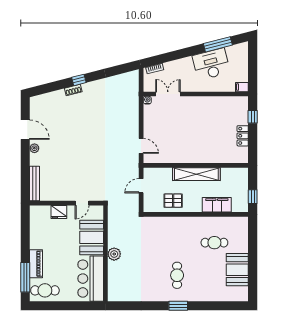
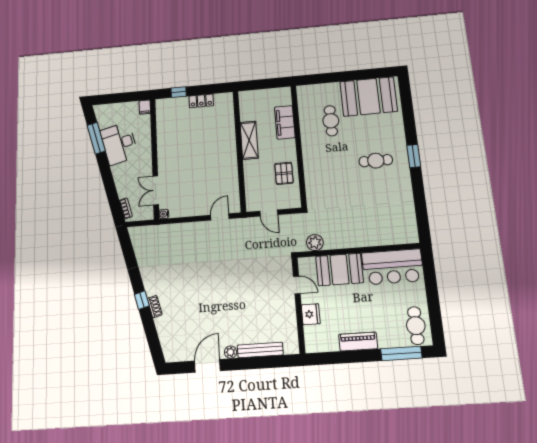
shelving: (196, 174) -> (249, 140), width x0.68
bench: (35, 184) -> (260, 350), moved
window: (253, 197) -> (272, 83), removed
plant: (114, 254) -> (315, 243), moved
piano: (36, 264) -> (358, 342), moved
booth: (237, 270) -> (368, 96), width x1.36, depth x1.42

